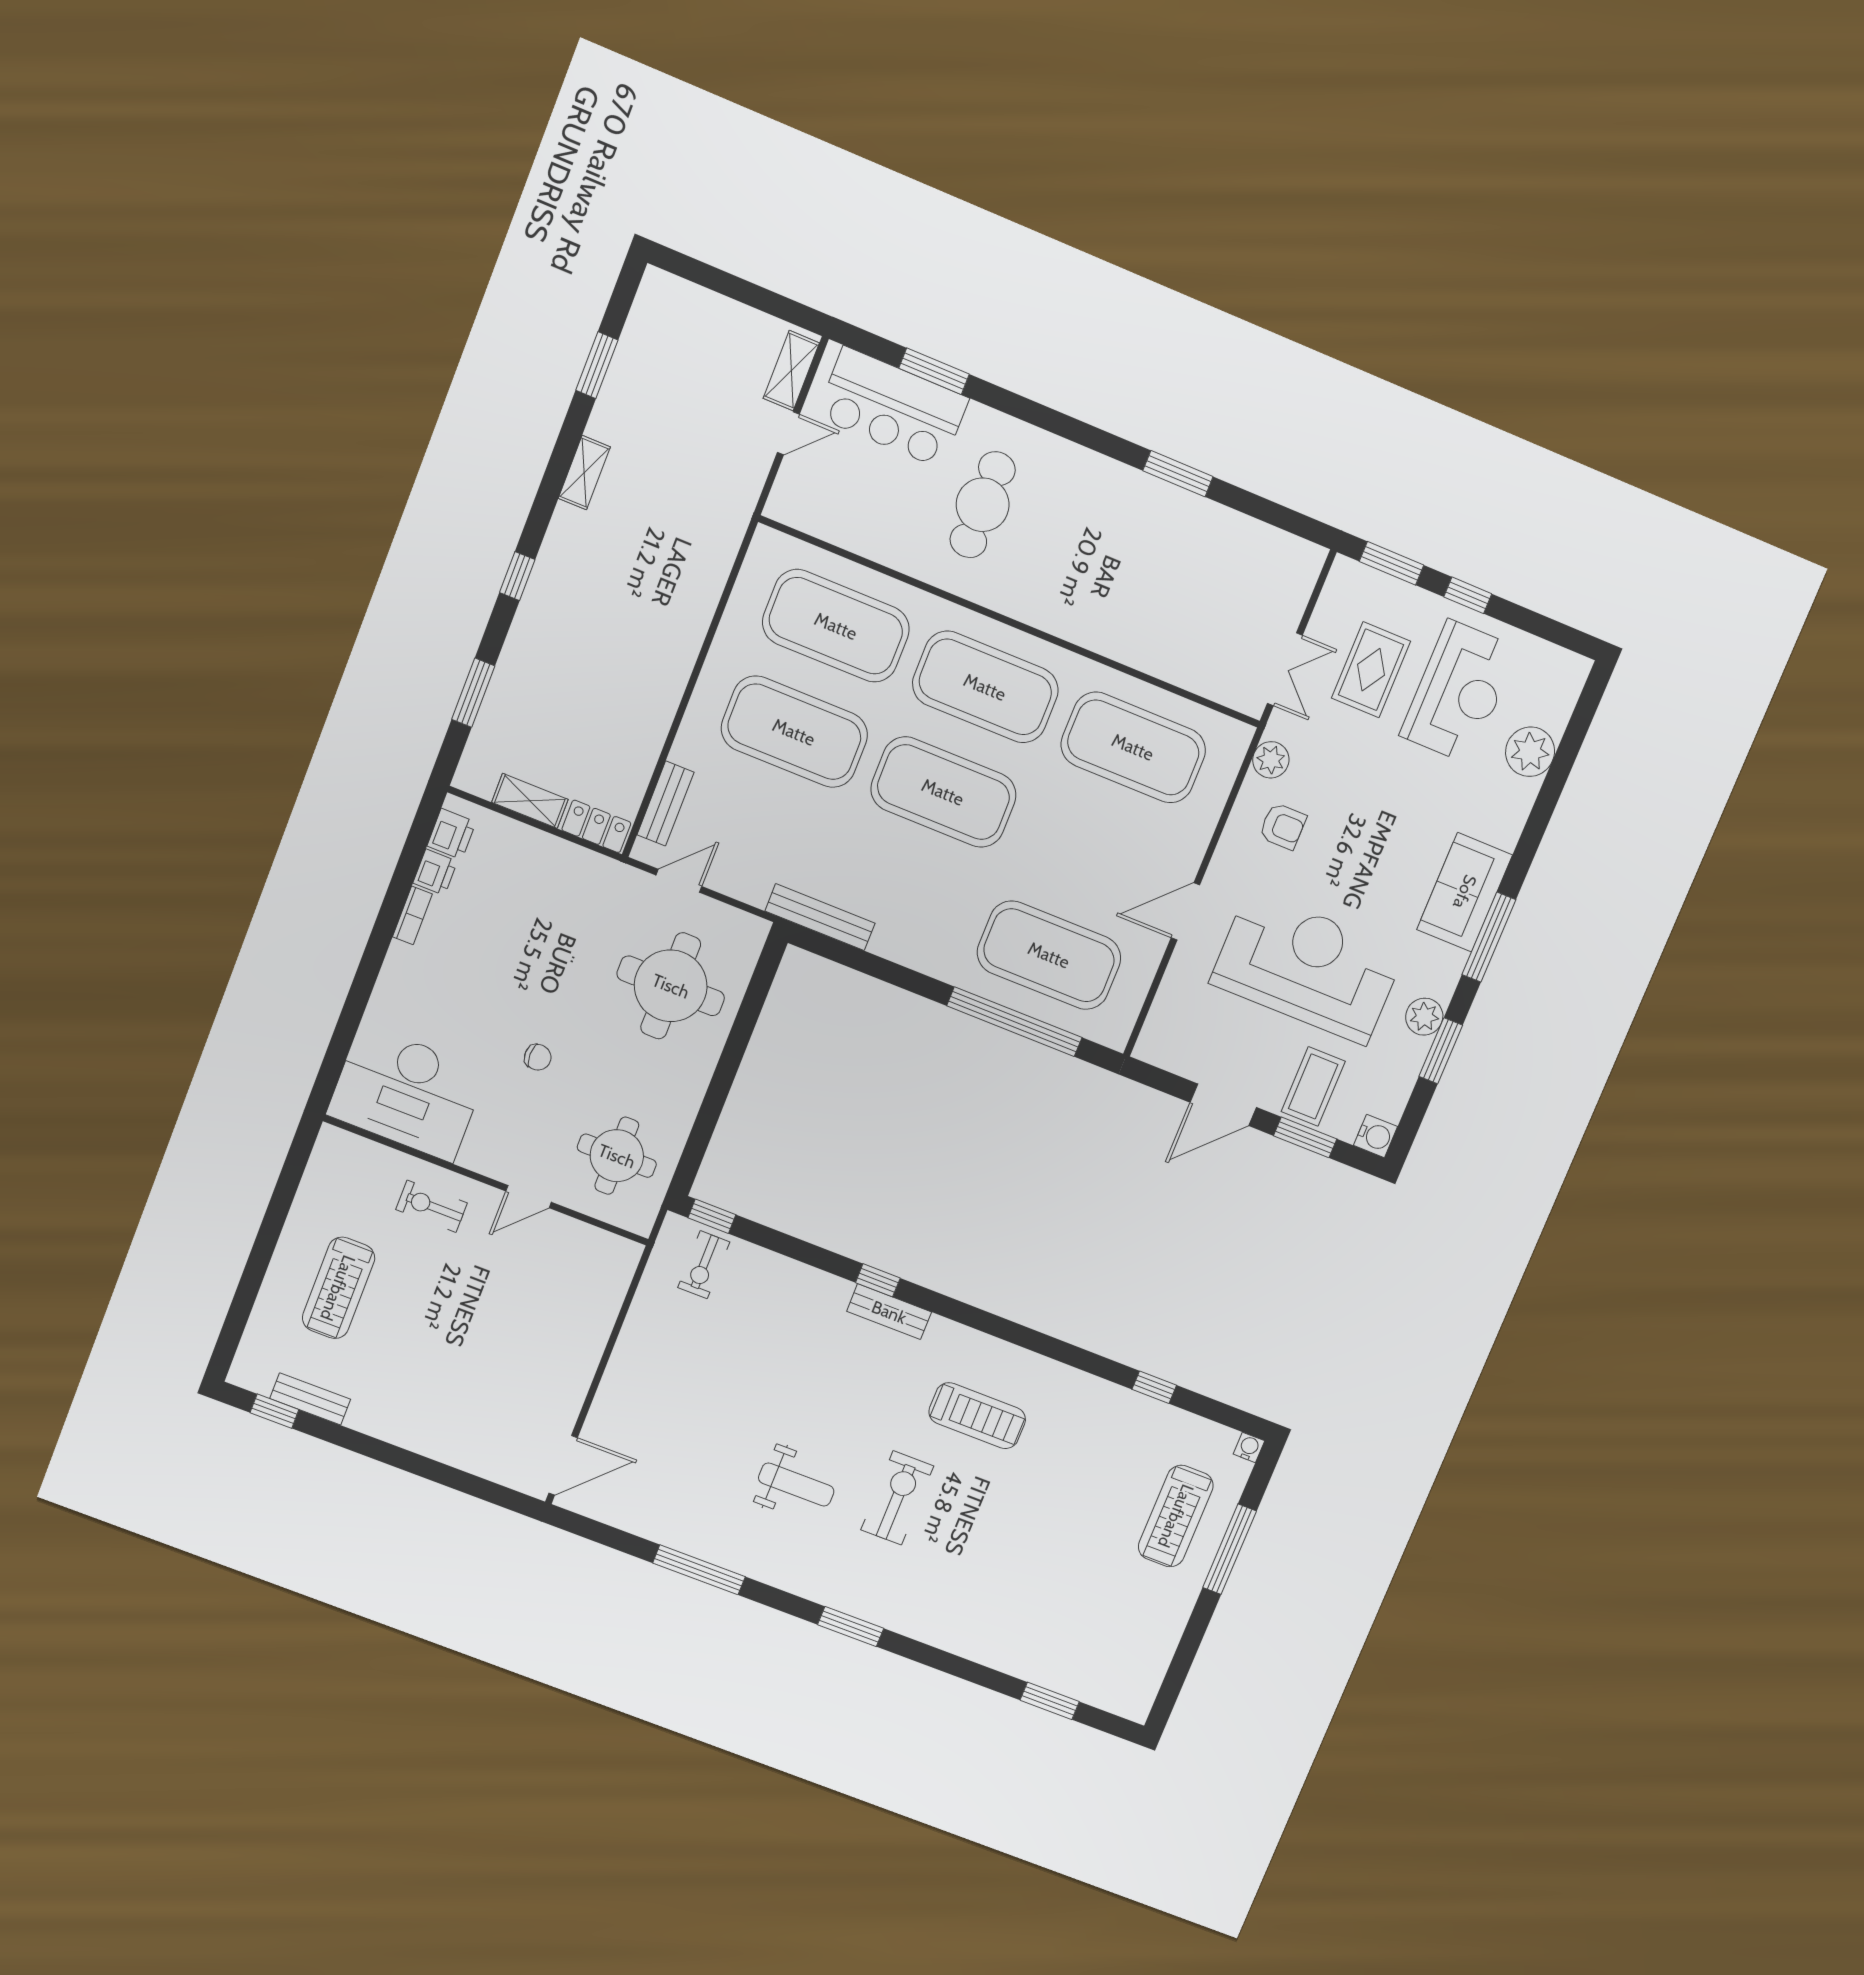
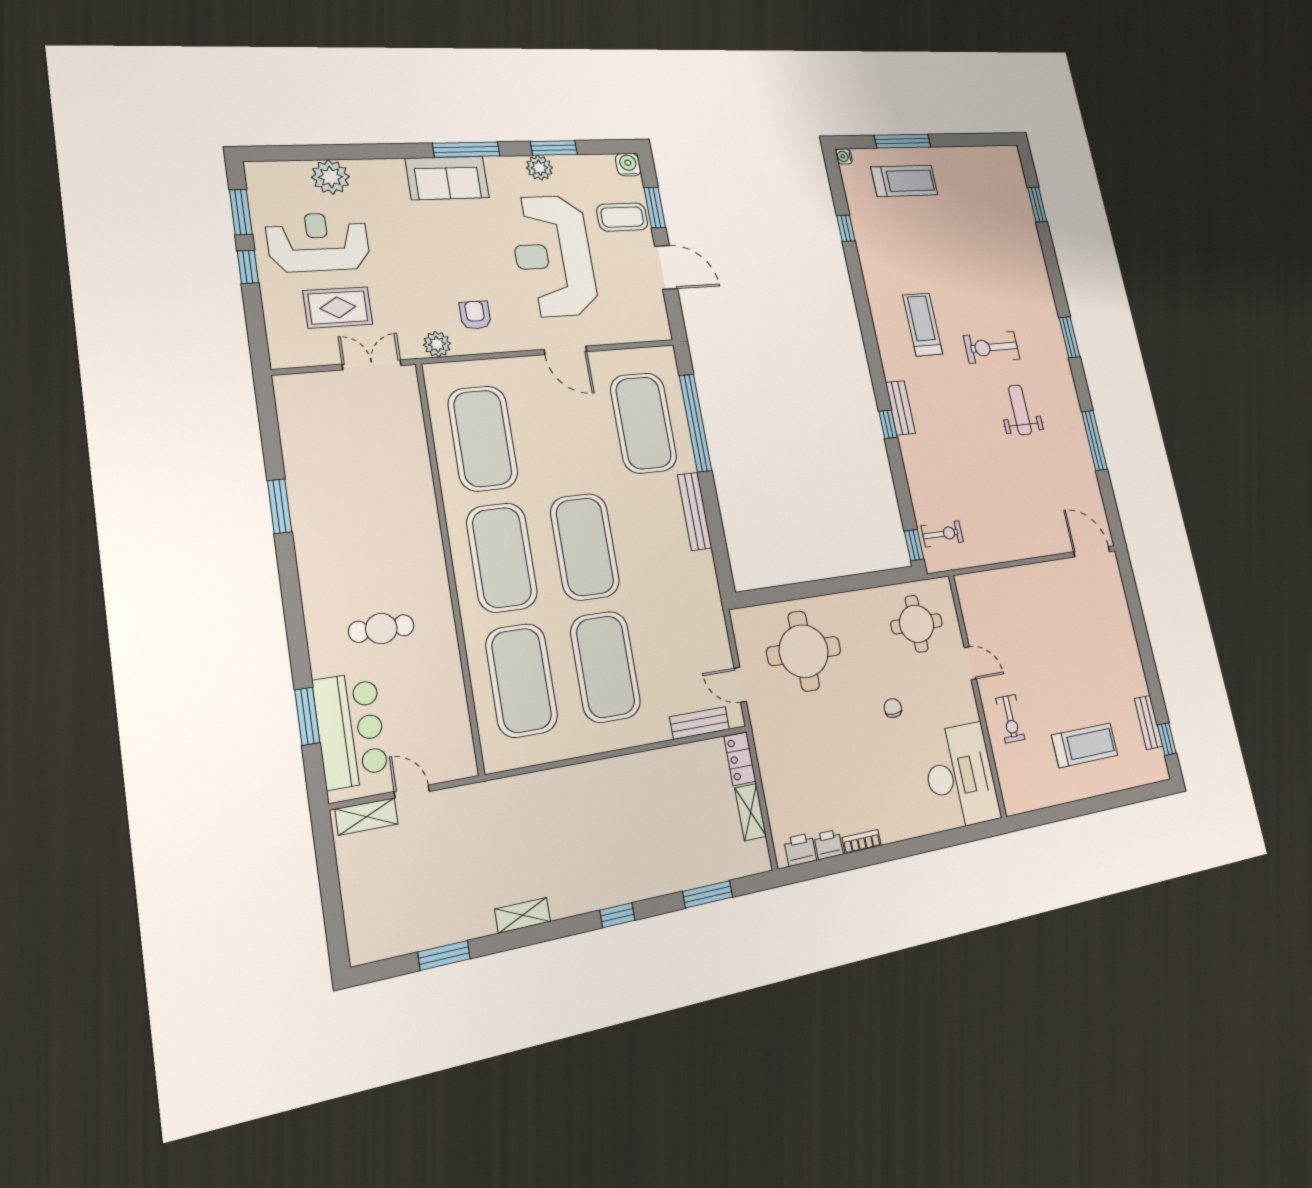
cafe table: (983, 505) -> (381, 628), width x0.73, depth x0.74
window: (1392, 563) -> (241, 212), moved
bench: (820, 917) -> (695, 511), moved

